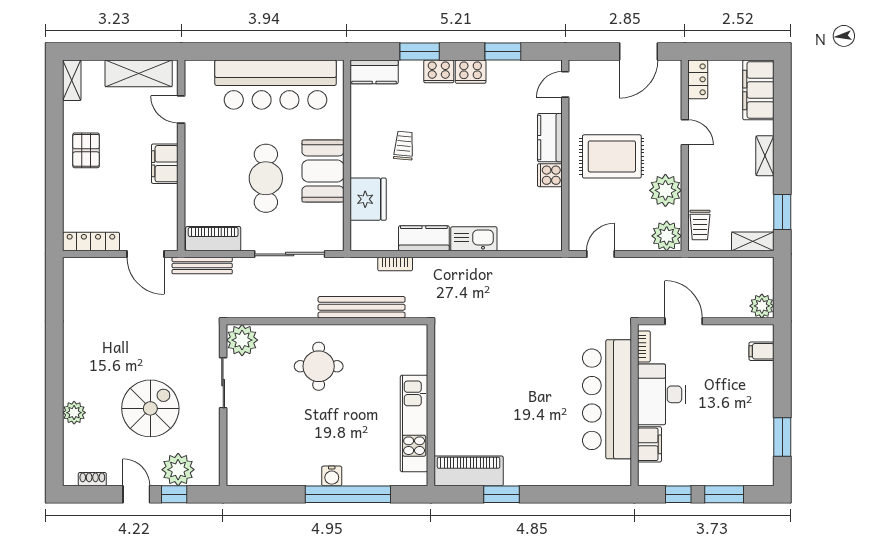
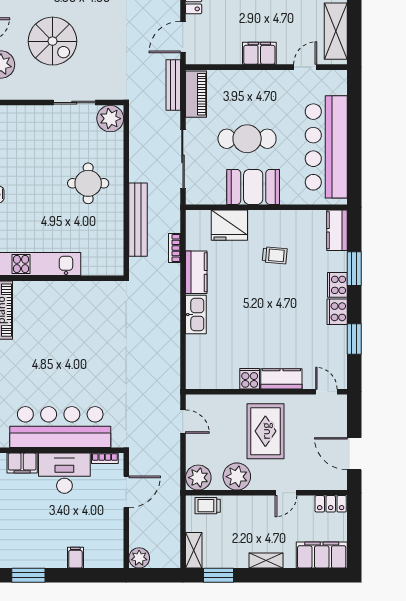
filing cabinet: (762, 351) -> (75, 558), moved

